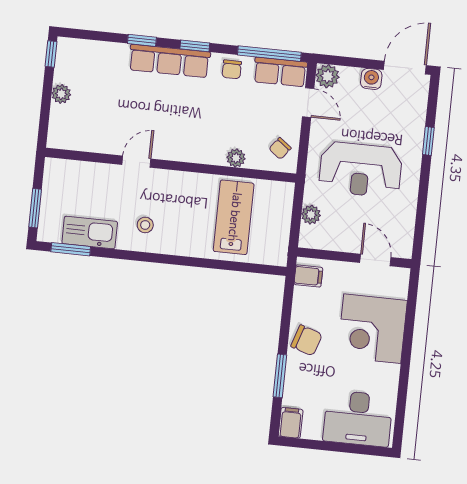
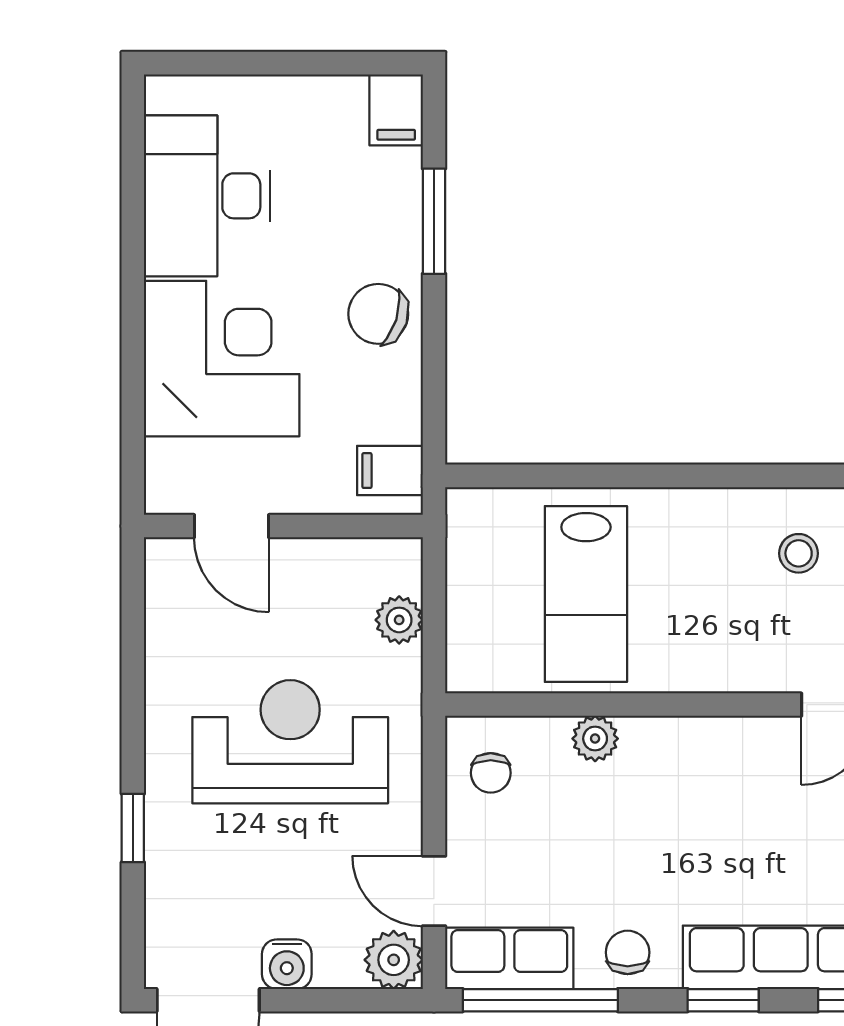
chair: (280, 148) -> (491, 773), turned 142
desk: (358, 418) -> (207, 196), moved, turned -90

